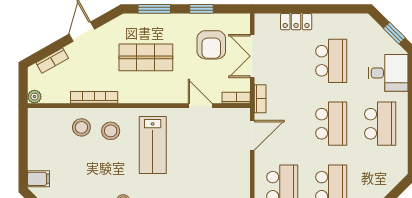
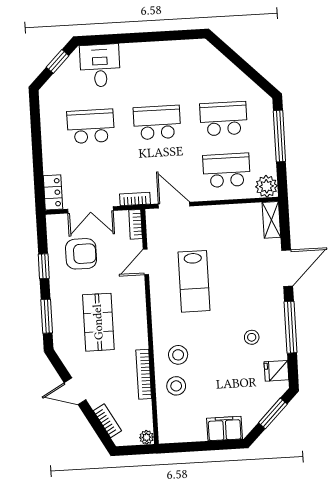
locker: (296, 22) -> (53, 192), moved
school desk: (380, 124) -> (154, 71), removed
lab bench: (153, 145) -> (194, 281), moved, turned 90
filing cabinet: (38, 179) -> (225, 429), width x2.00

